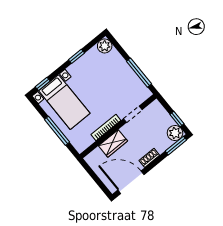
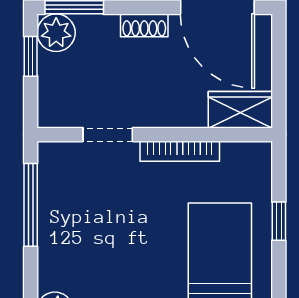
window: (57, 131) -> (279, 221), width x0.46
wardrobe: (113, 143) -> (240, 110), moved

